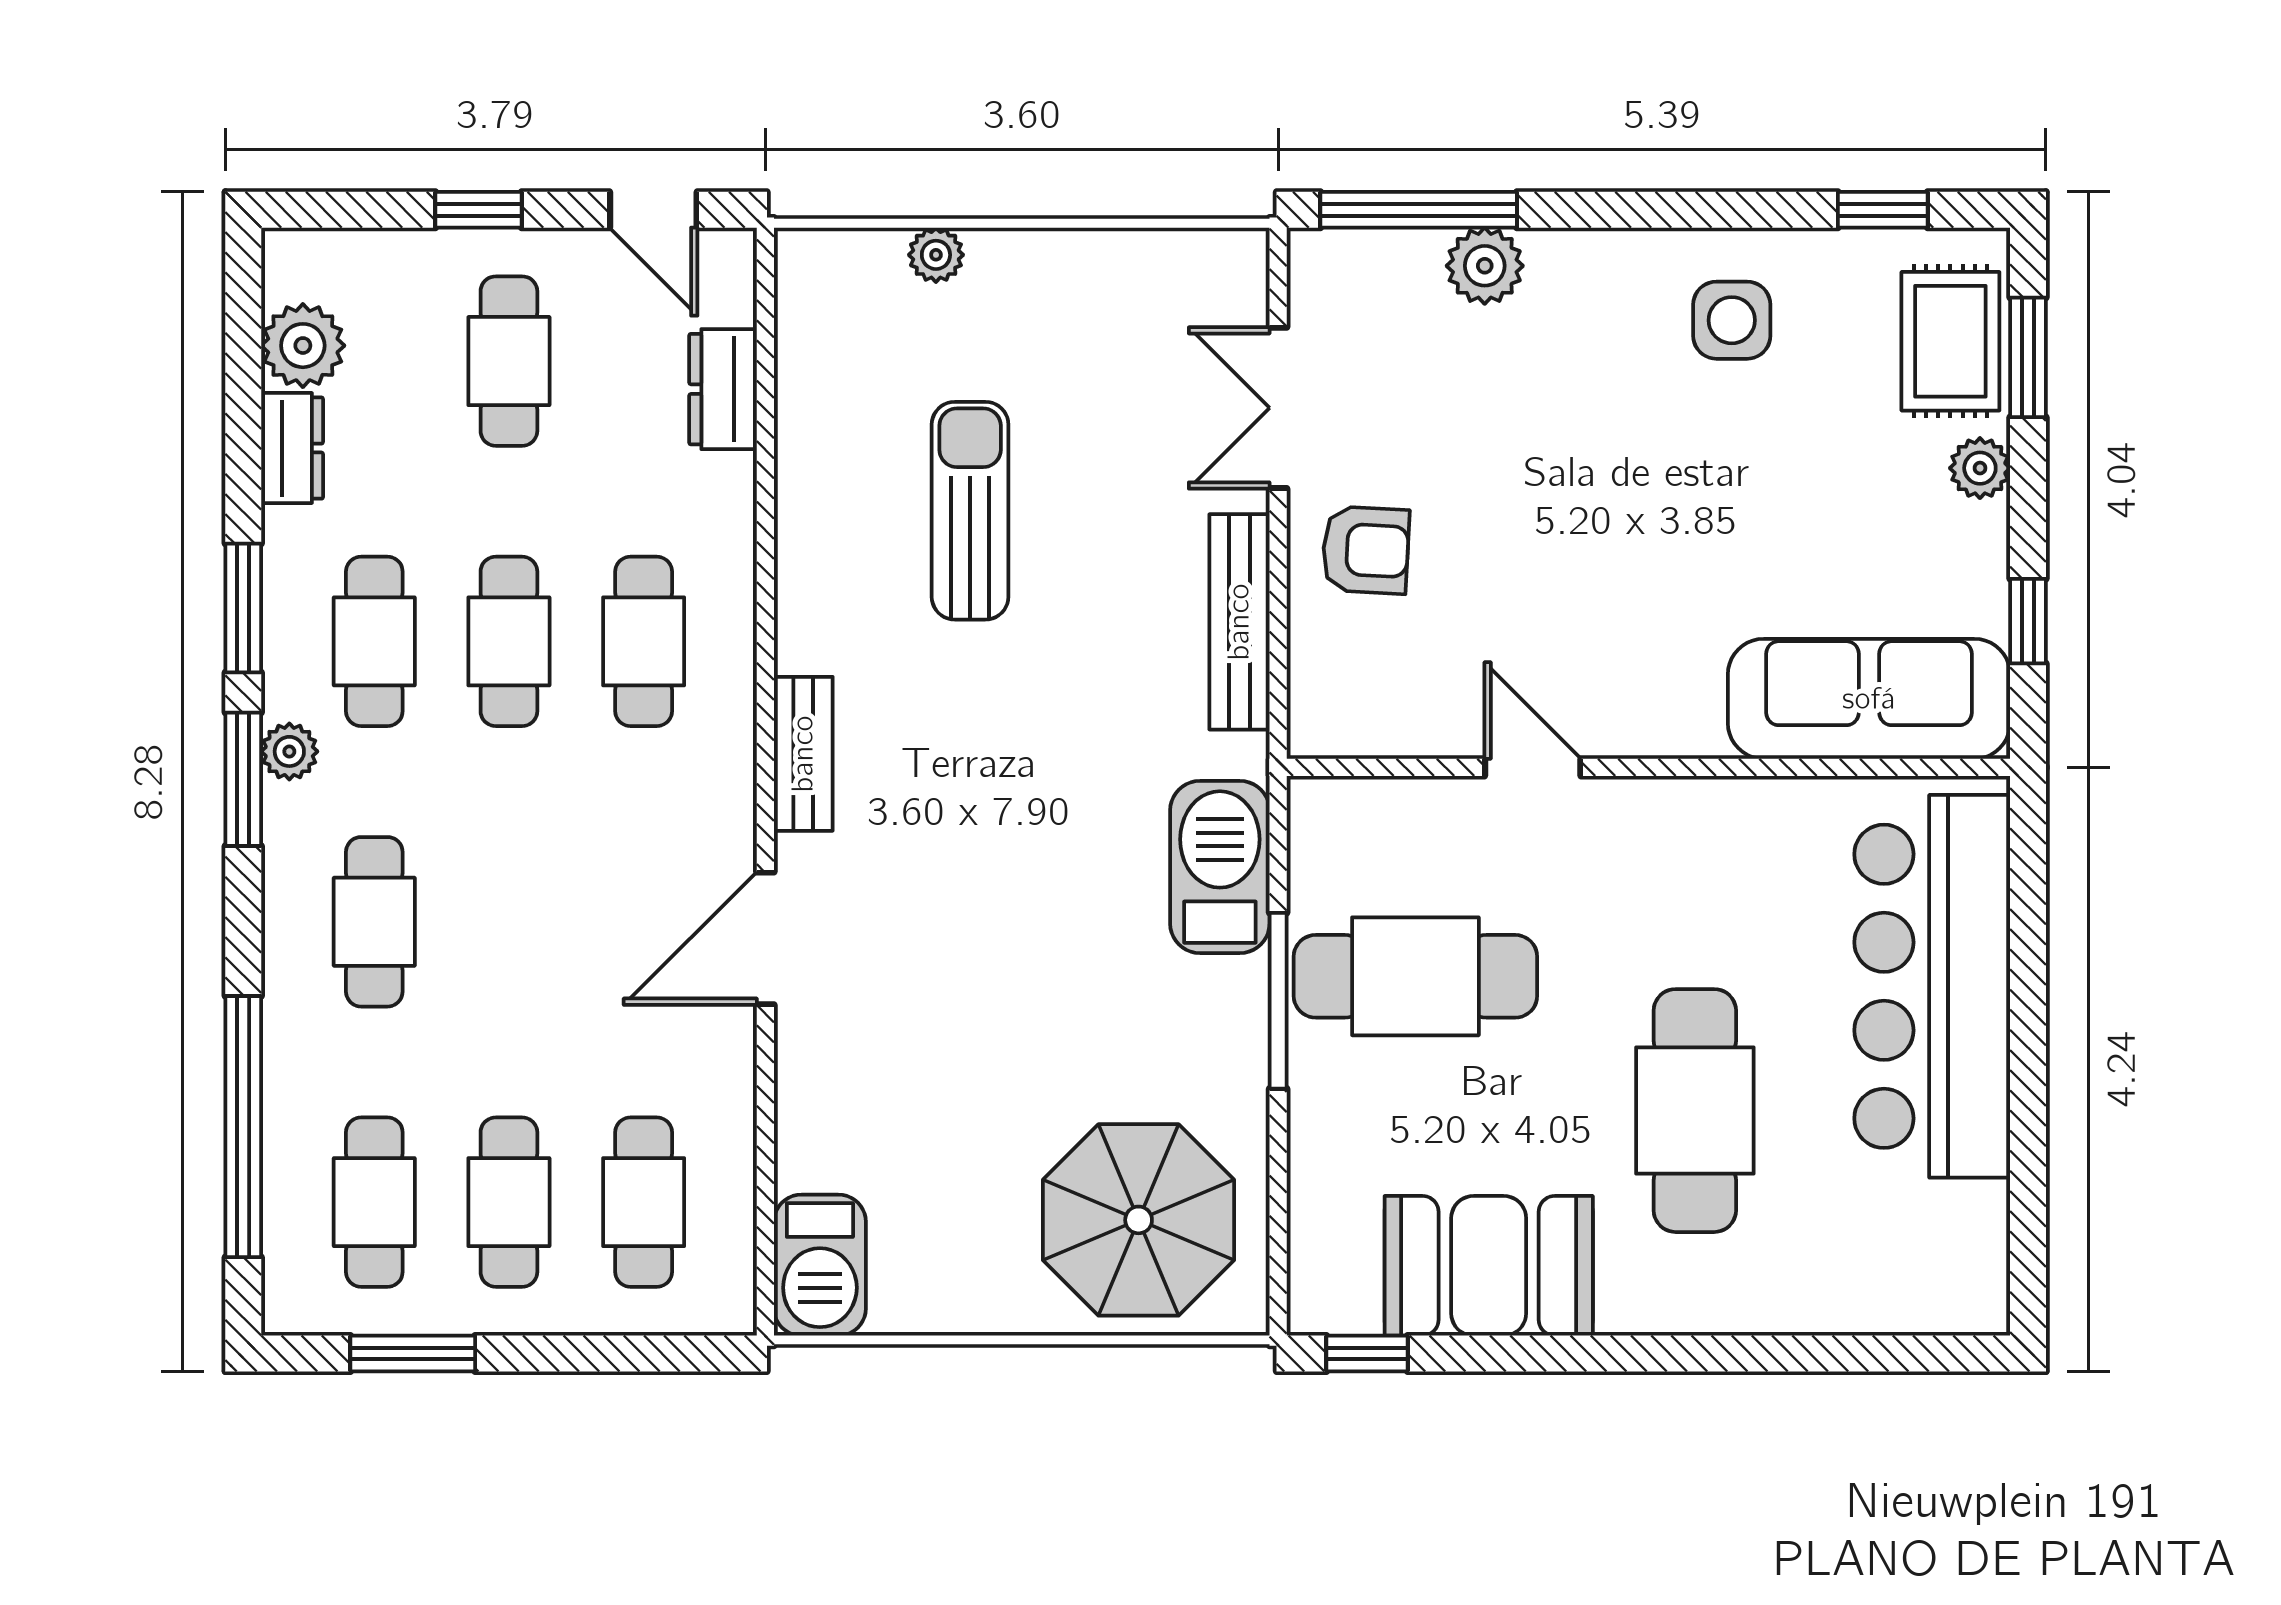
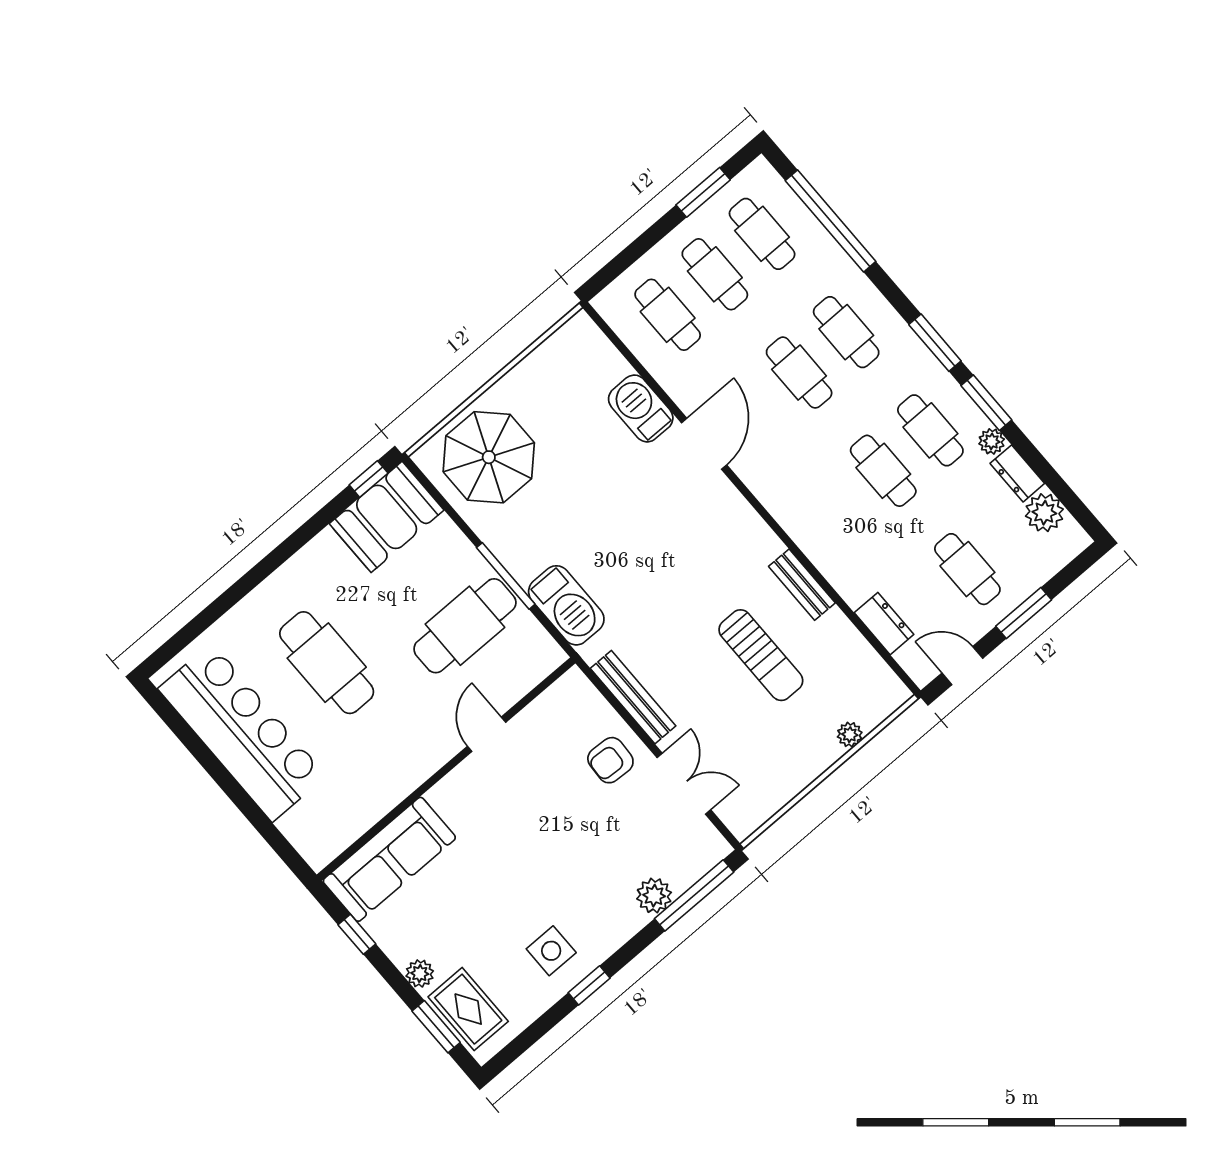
window: (478, 210) -> (1024, 613), width x1.50
window: (1883, 210) -> (589, 985), moved
cafe table: (644, 641) -> (799, 373), moved
plant: (289, 751) -> (992, 441), moved
bench: (803, 754) -> (802, 585), moved
door: (1533, 767) -> (487, 734), swing flipped
bar counter: (1932, 986) -> (242, 732), moved
barbecue: (820, 1265) -> (641, 408), moved
booth: (1489, 1266) -> (387, 517), moved

